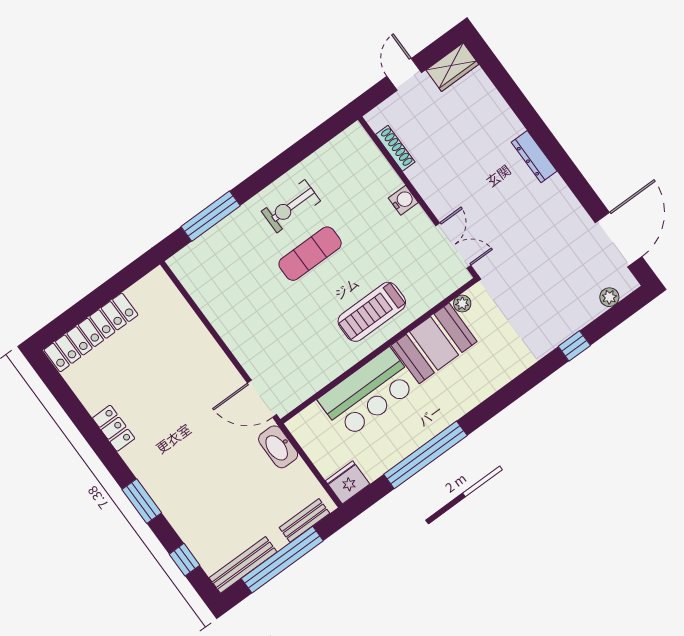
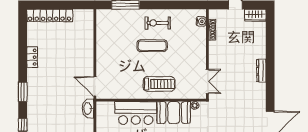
water cooler: (403, 200) -> (201, 21), moved
treadmill: (372, 312) -> (159, 84), turned 180

